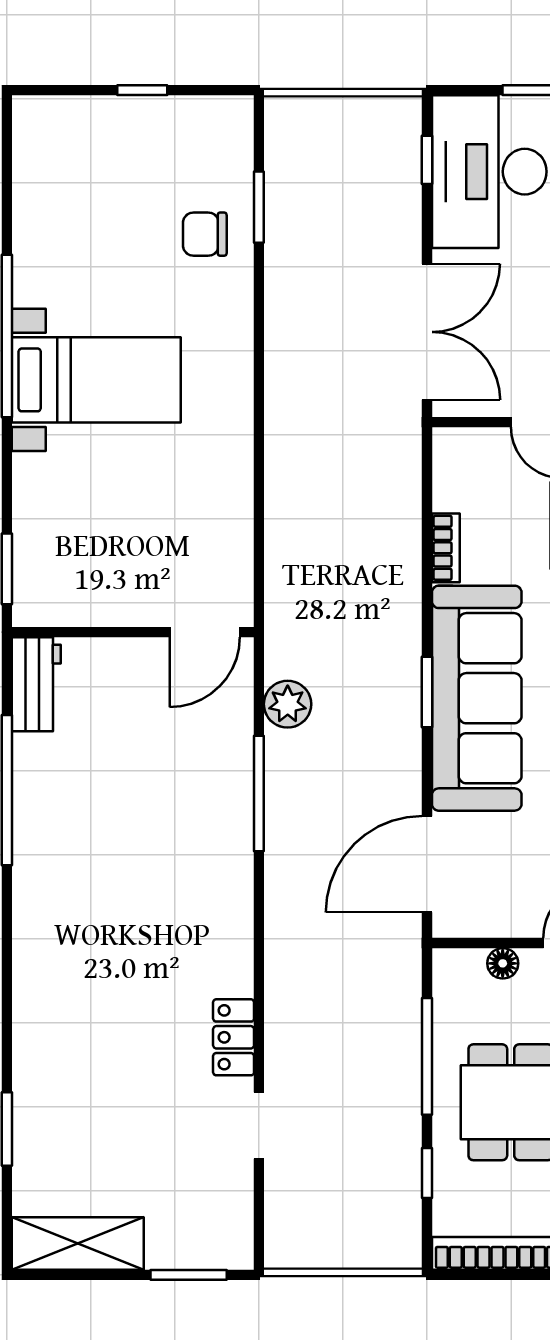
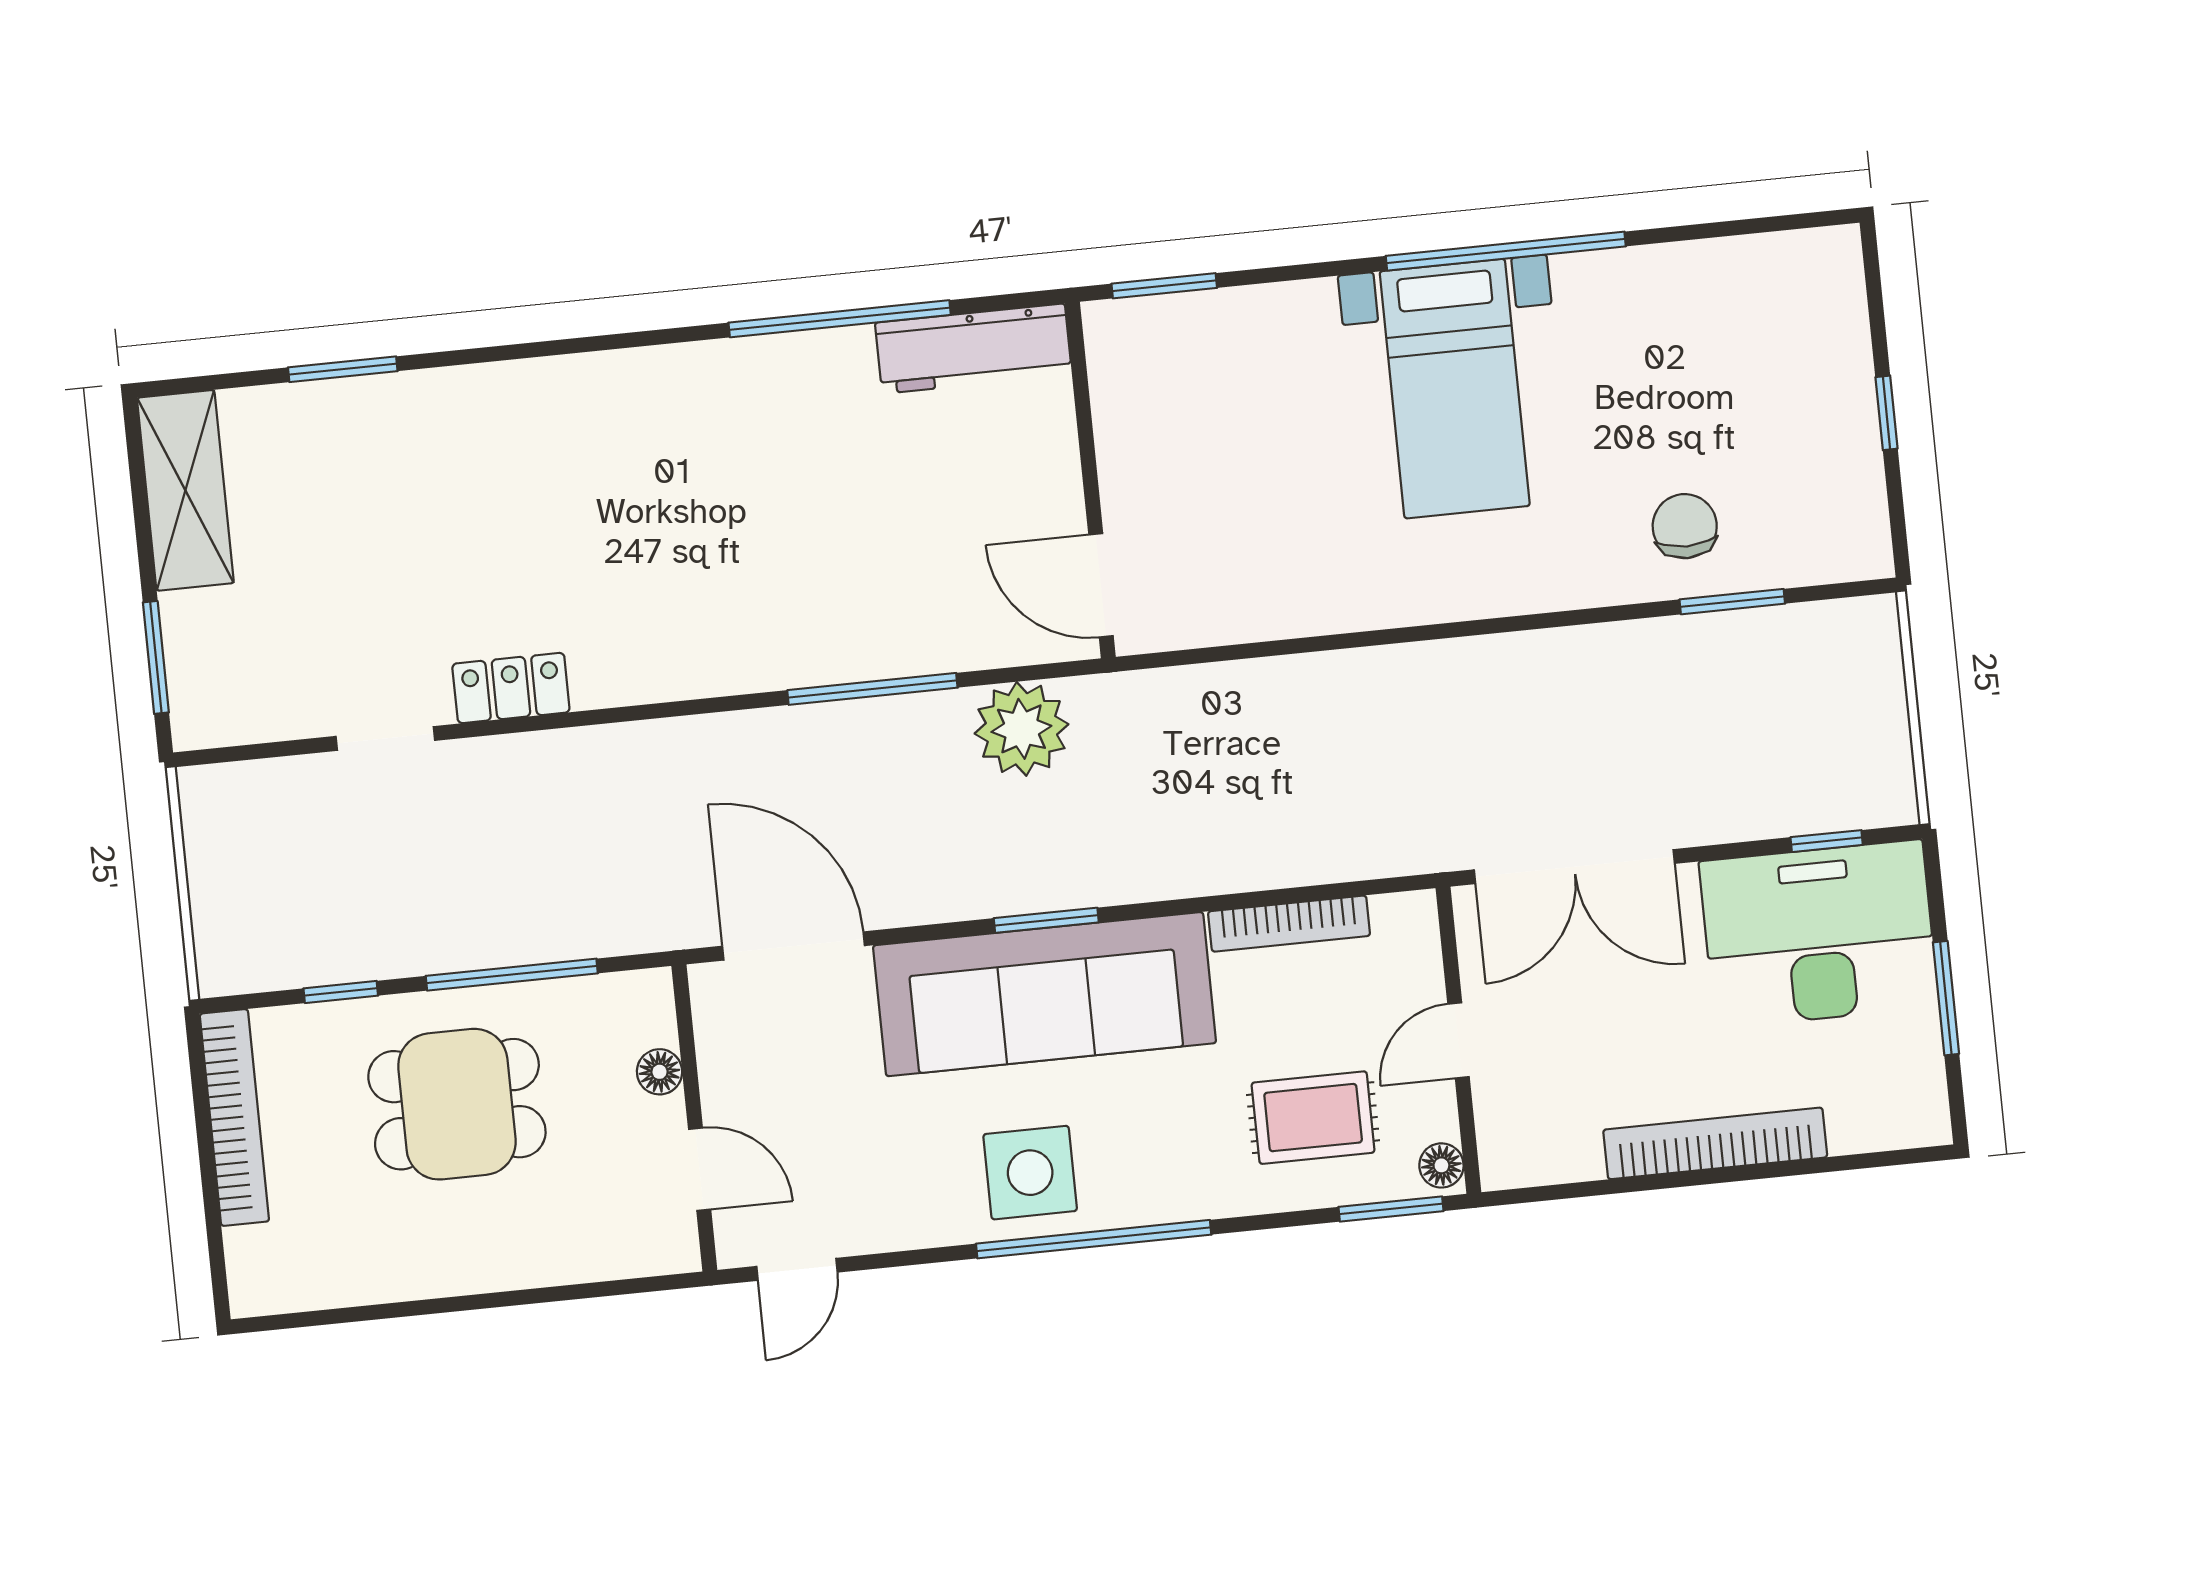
bookcase: (446, 548) -> (1289, 924), width x1.56
workbench: (36, 684) -> (973, 349), width x1.38
plant: (288, 704) -> (1021, 729), width x1.36, depth x1.36

